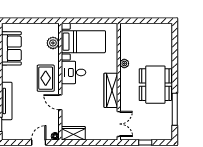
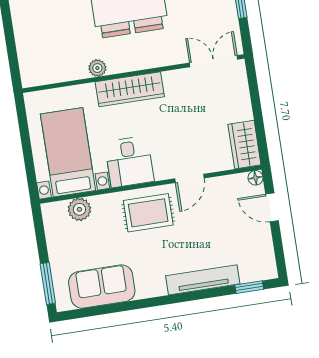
window: (17, 21) -> (48, 283), added
wardrobe: (111, 90) -> (130, 89), moved

